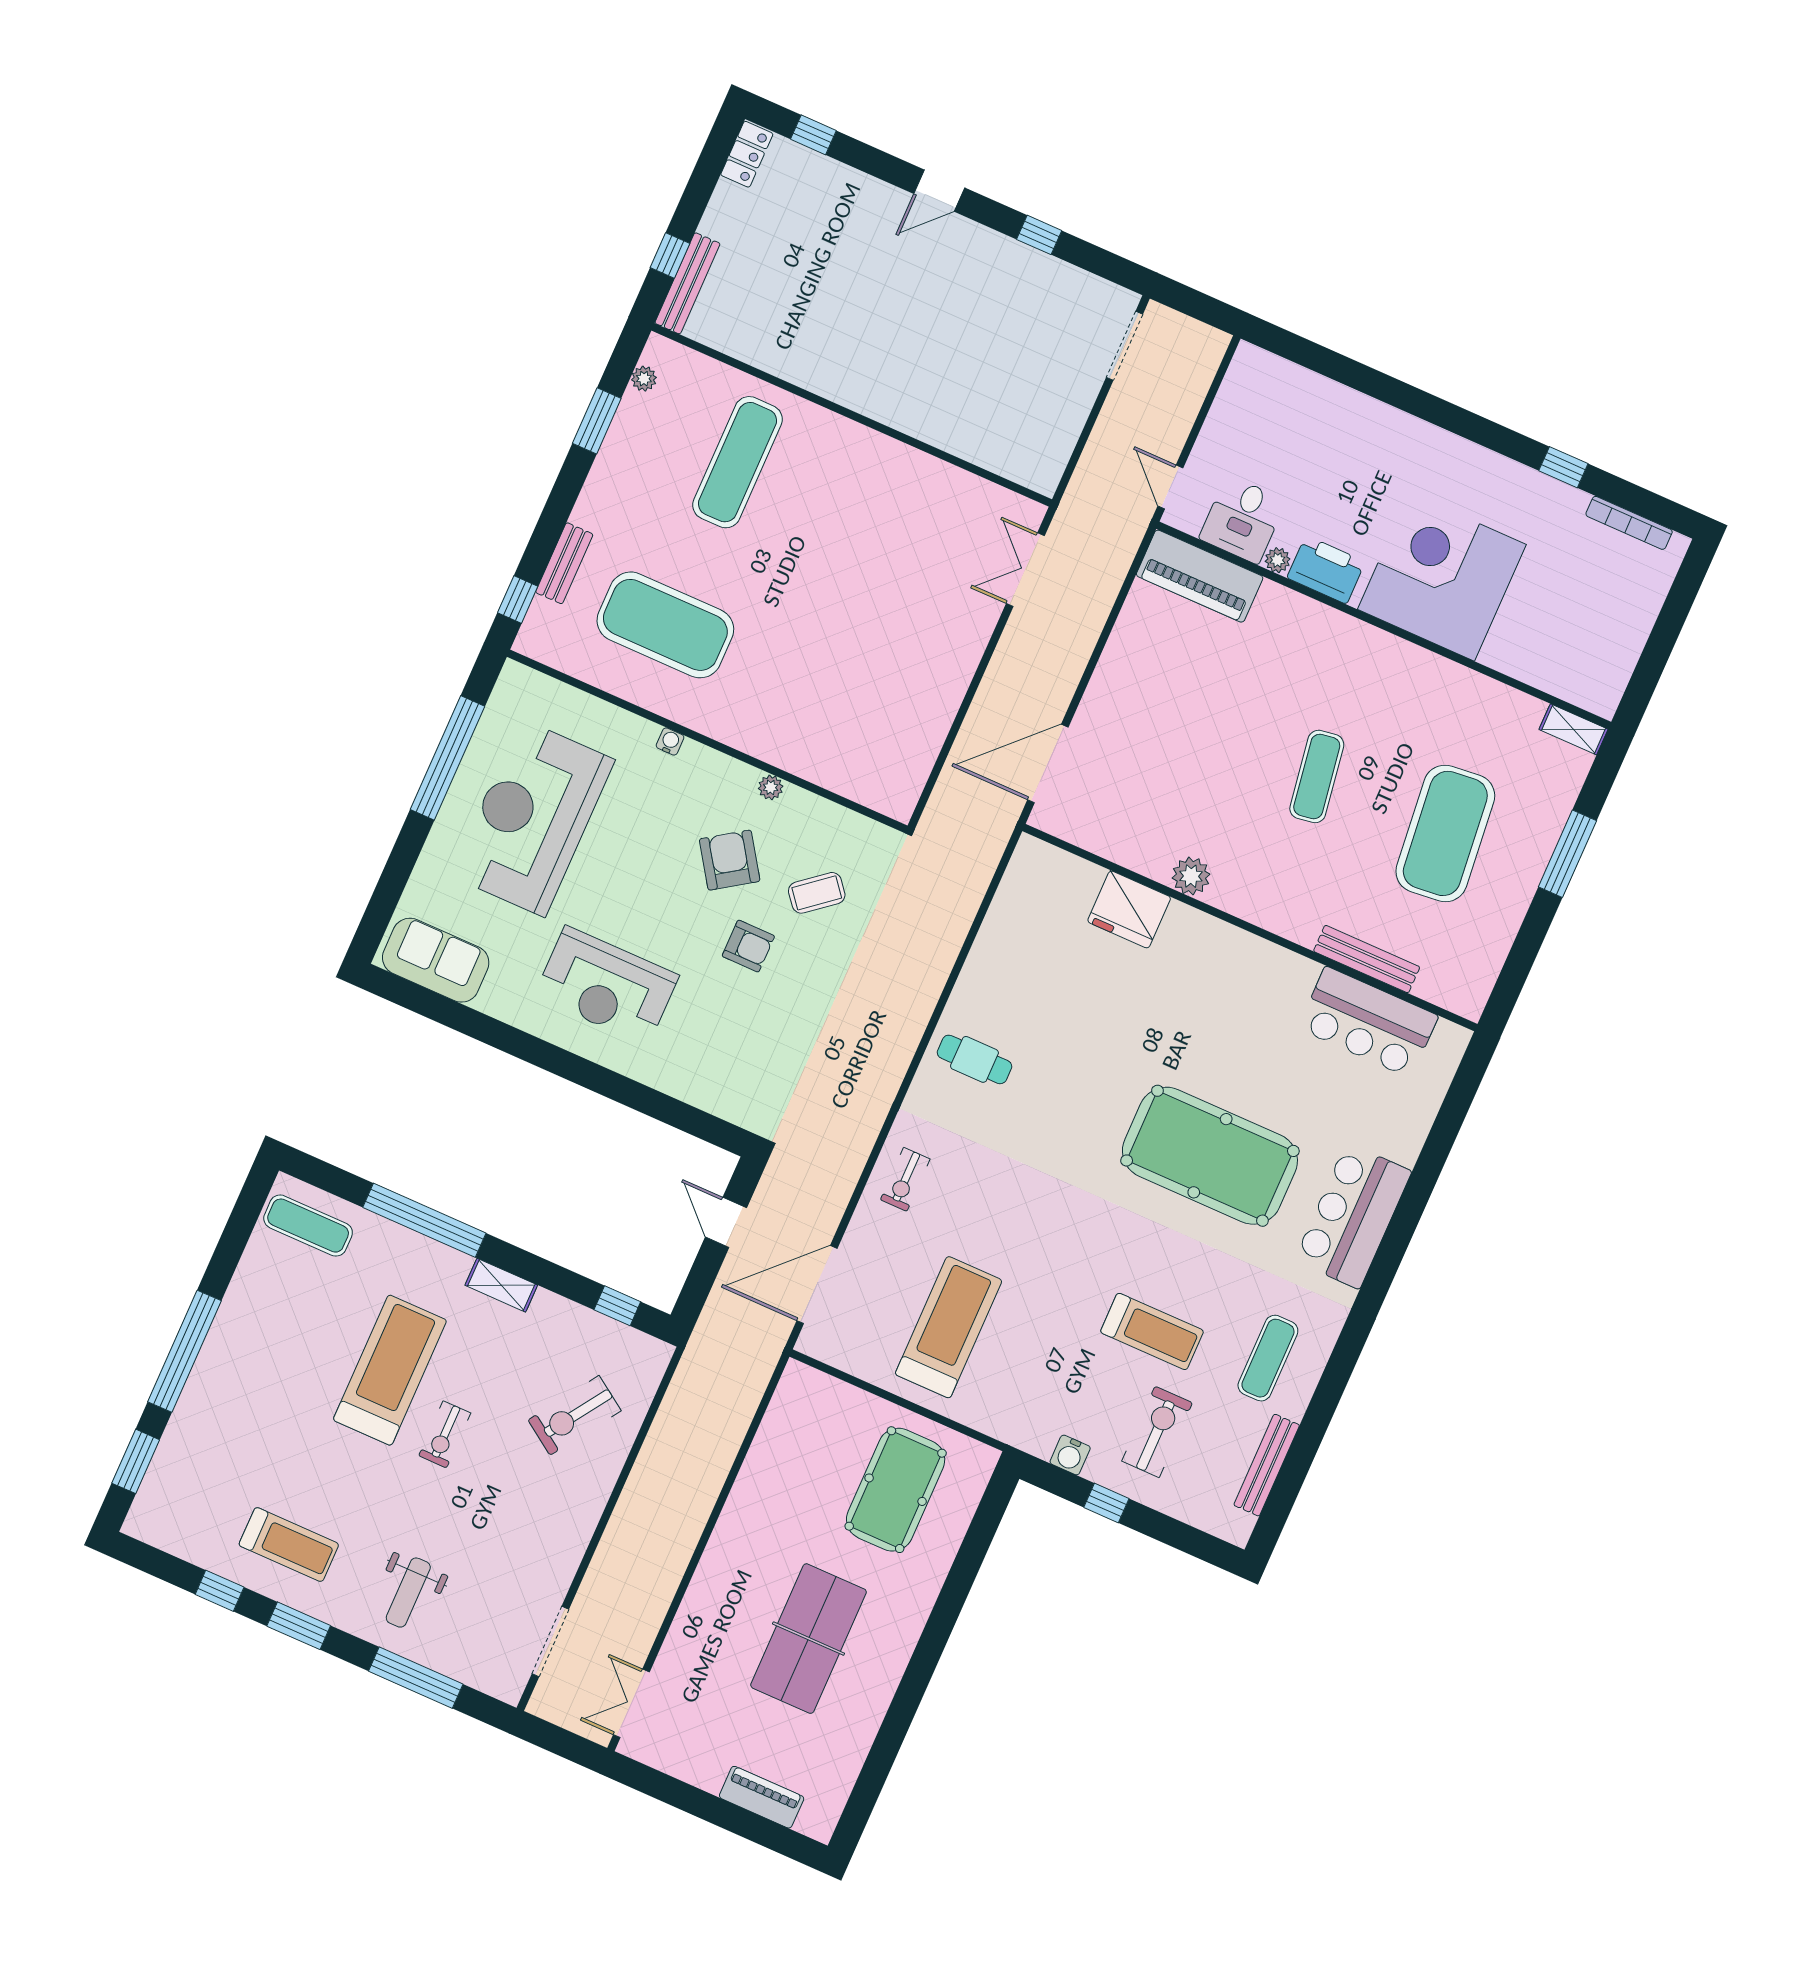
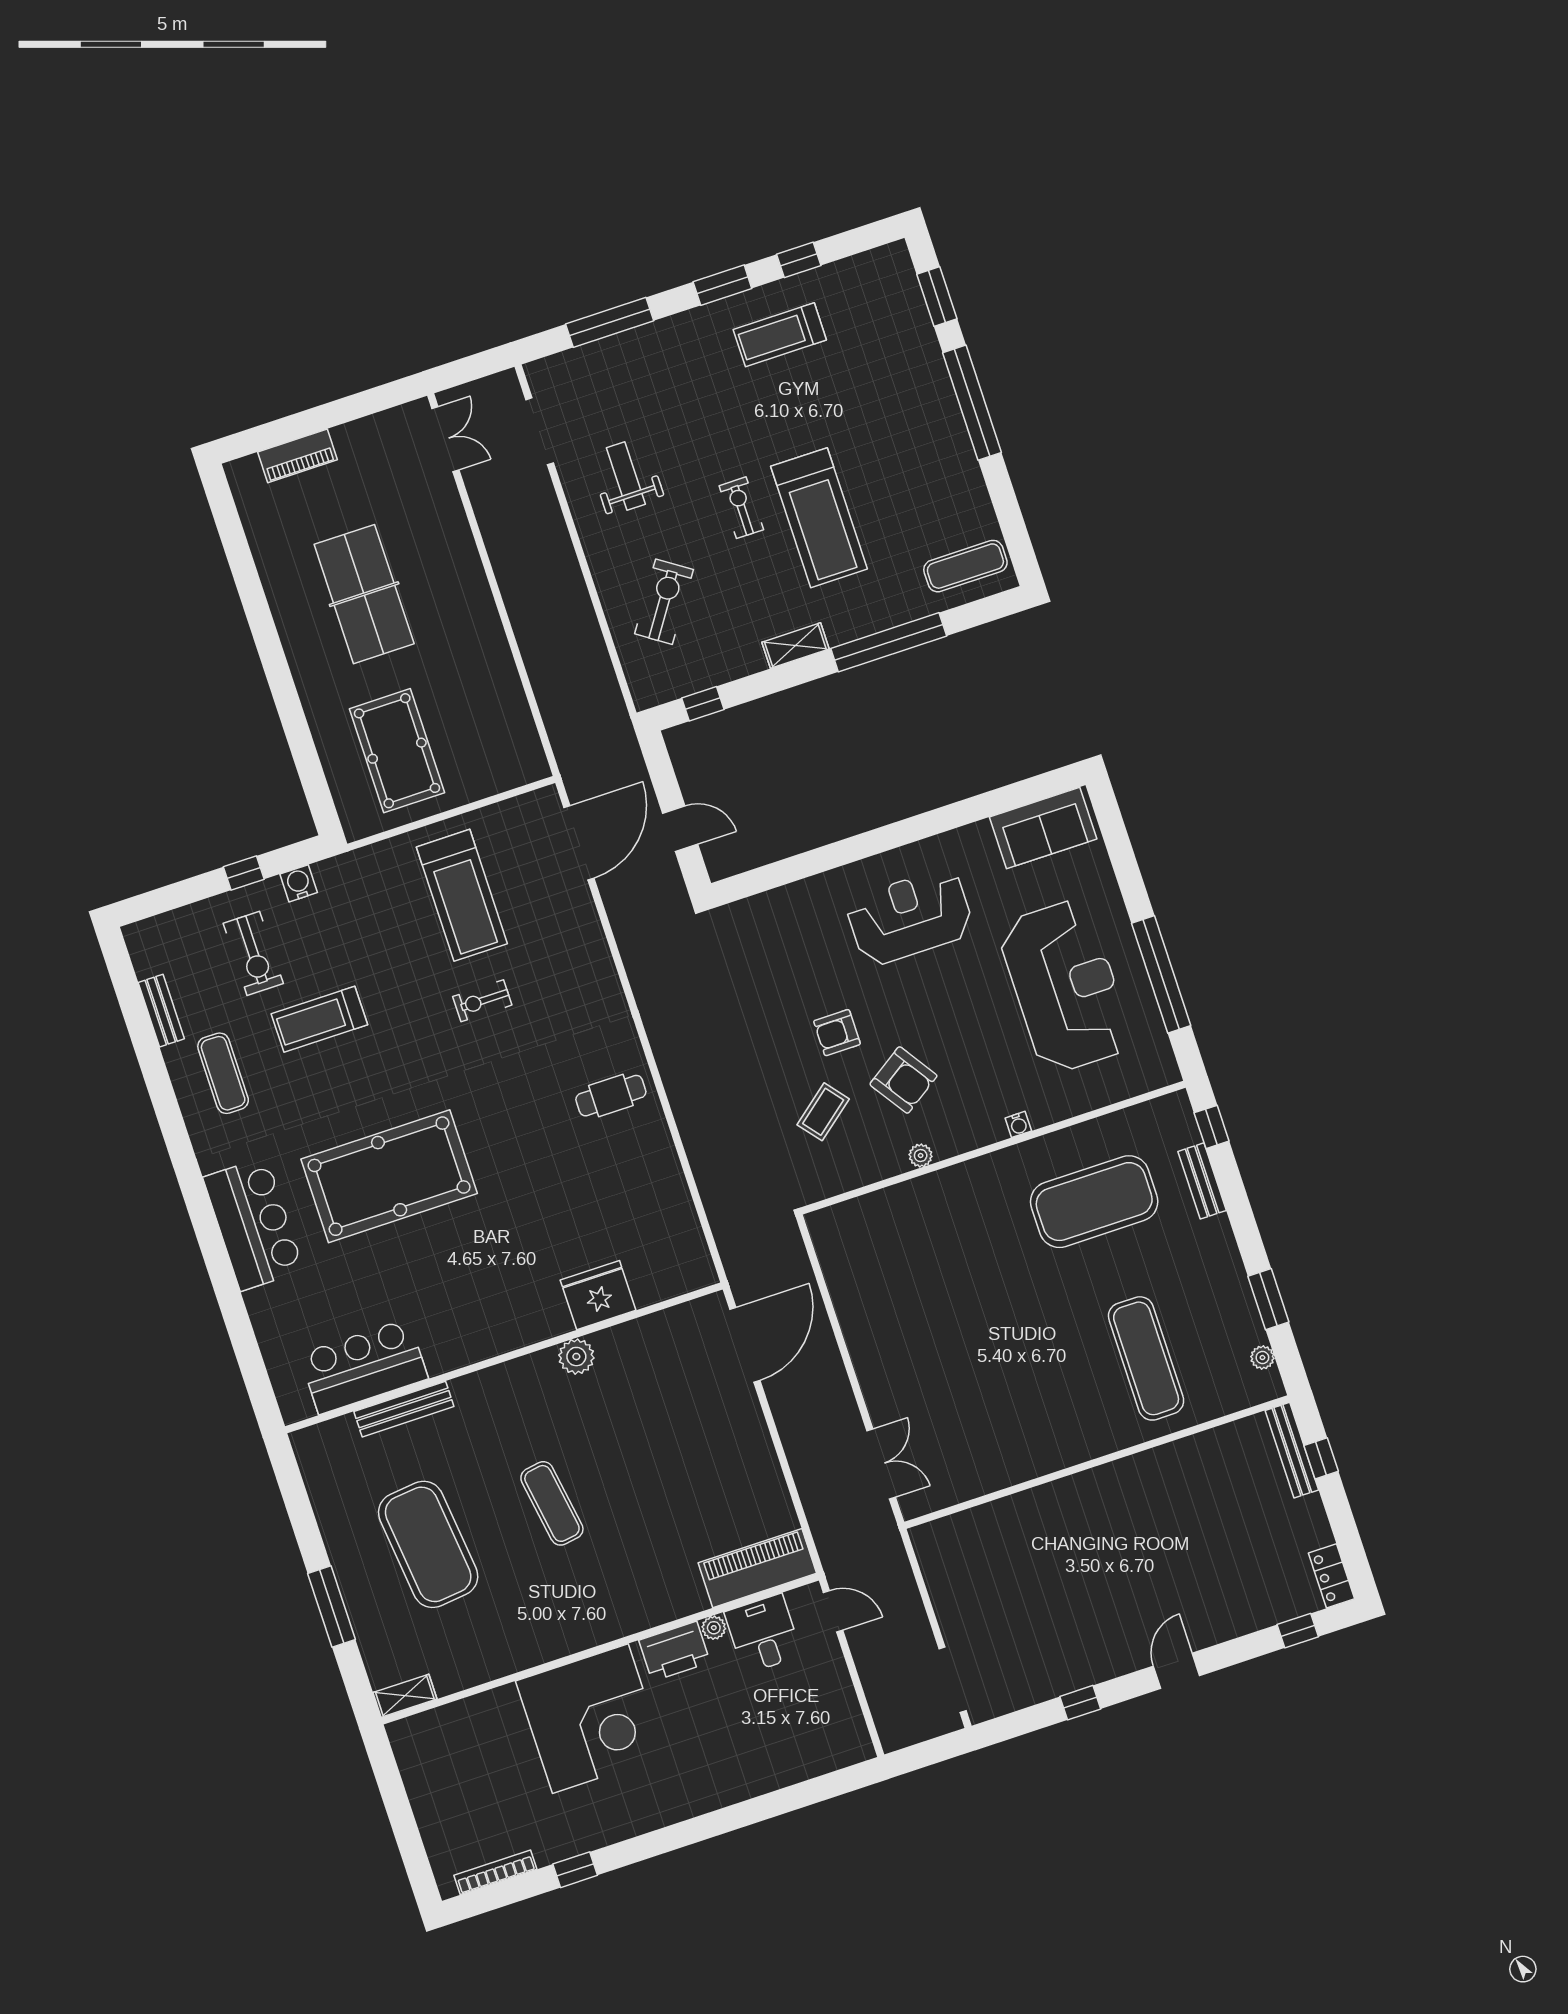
exercise bike: (905, 1179) -> (482, 1001), moved, turned -90
bench: (1267, 1465) -> (161, 1011), width x0.73
weight bench: (408, 1593) -> (626, 476), moved

